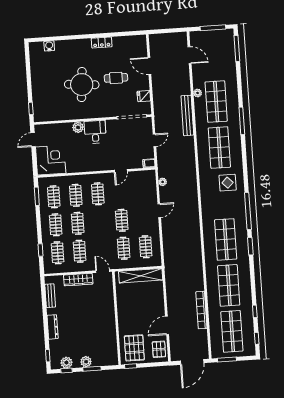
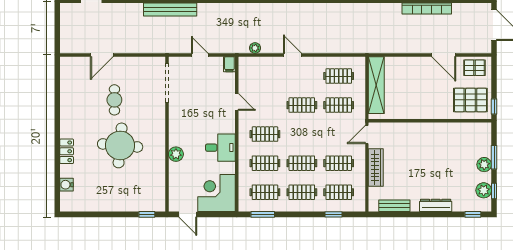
locker: (102, 42) -> (67, 151), moved
fridge: (144, 96) -> (141, 65), removed
desk: (95, 132) -> (220, 148), moved, turned 180

